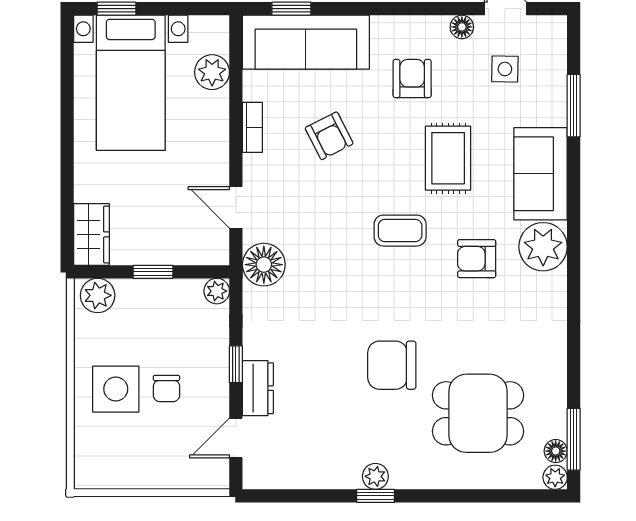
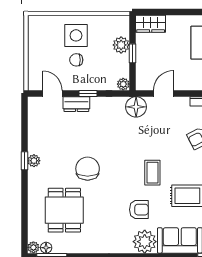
armchair: (477, 259) -> (139, 210), turned 90
plant: (98, 295) -> (121, 45), moved

